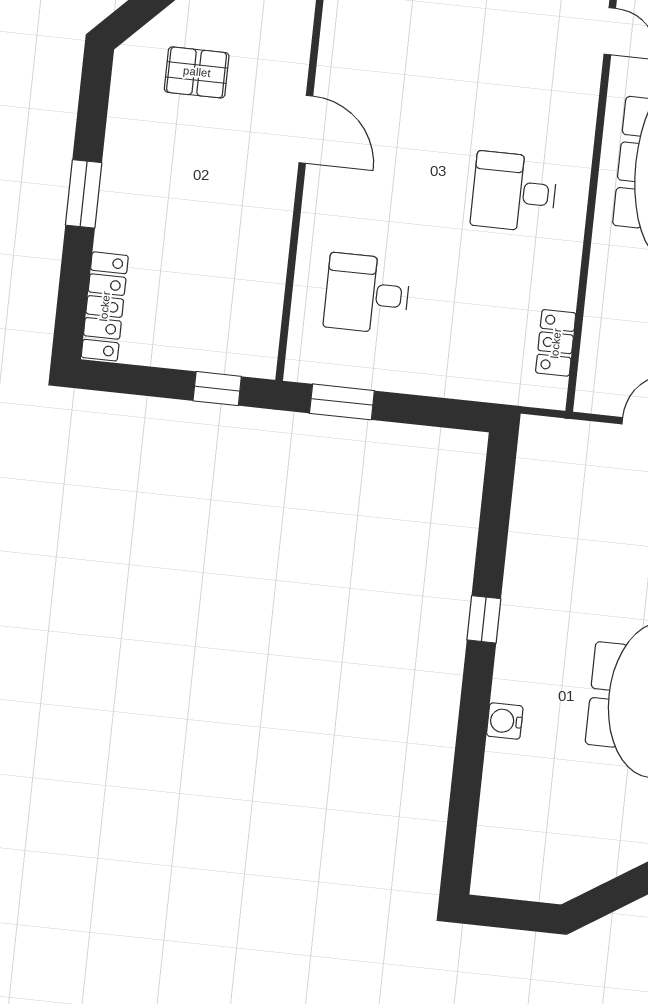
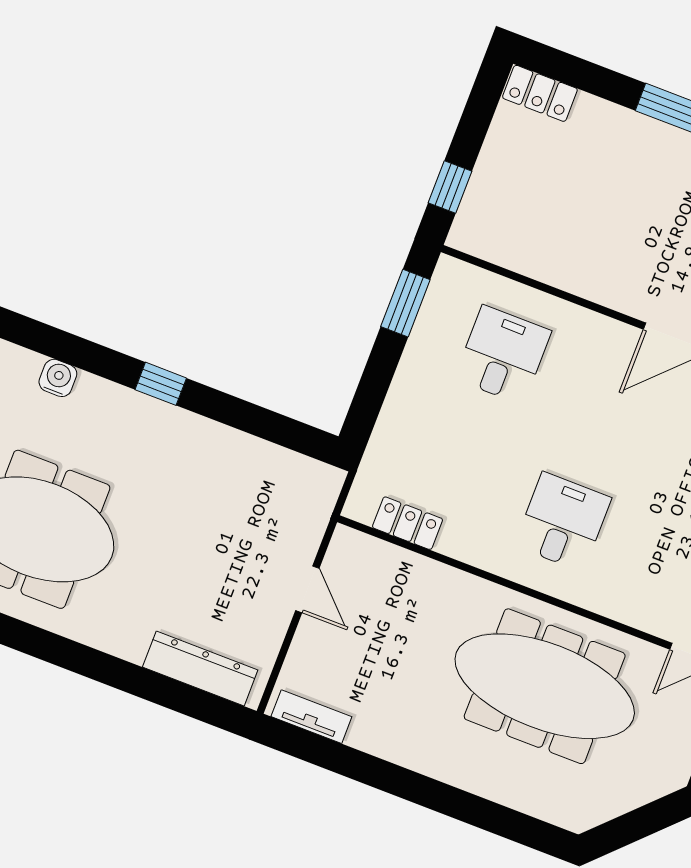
locker: (105, 306) -> (540, 93), width x0.66

